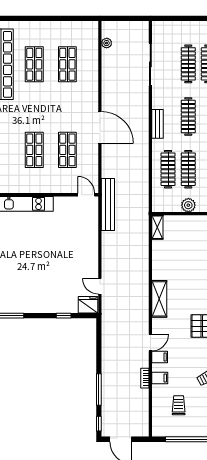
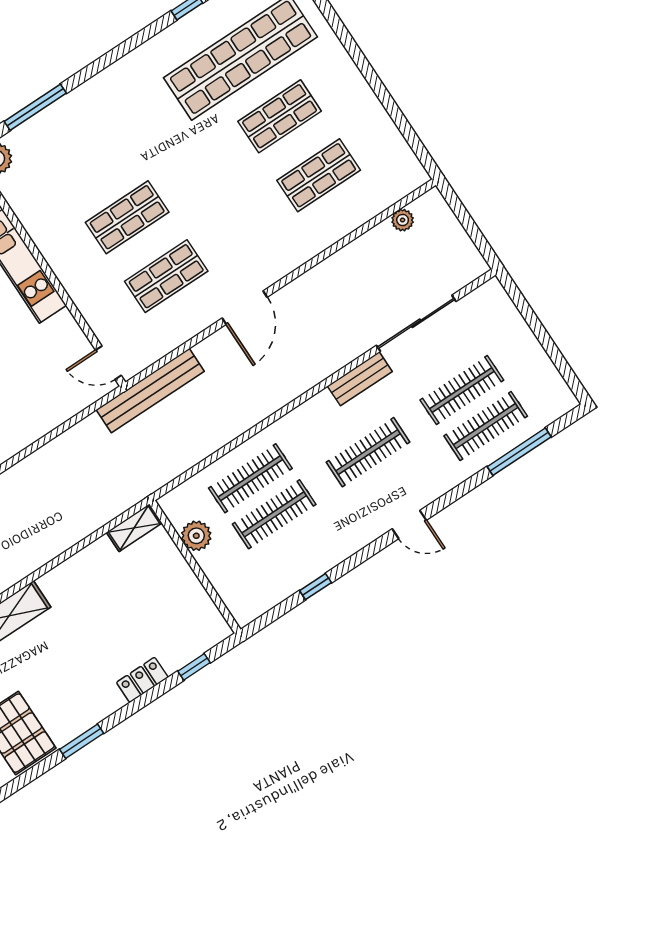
bench: (157, 124) -> (360, 379), moved
door: (100, 127) -> (245, 308), width x0.73
door: (86, 195) -> (108, 363), swing flipped
bench: (108, 204) -> (150, 391), moved
plant: (188, 205) -> (196, 536), moved

